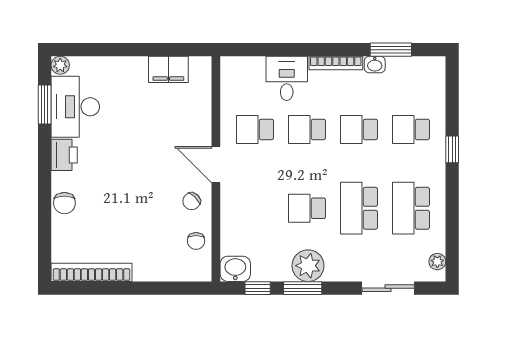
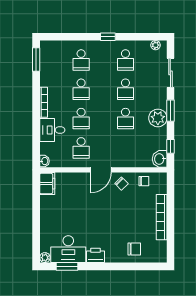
window: (391, 50) -> (36, 60), moved
washbasin: (375, 64) -> (44, 161), moved
filing cabinet: (168, 69) -> (47, 184), moved
window: (452, 149) -> (108, 37), moved
chair: (64, 203) -> (134, 249), moved
school desk: (359, 208) -> (125, 89), width x0.54
school desk: (411, 208) -> (125, 60), width x0.54
bookcase: (92, 272) -> (162, 217), moved
window: (303, 288) -> (170, 111), moved

